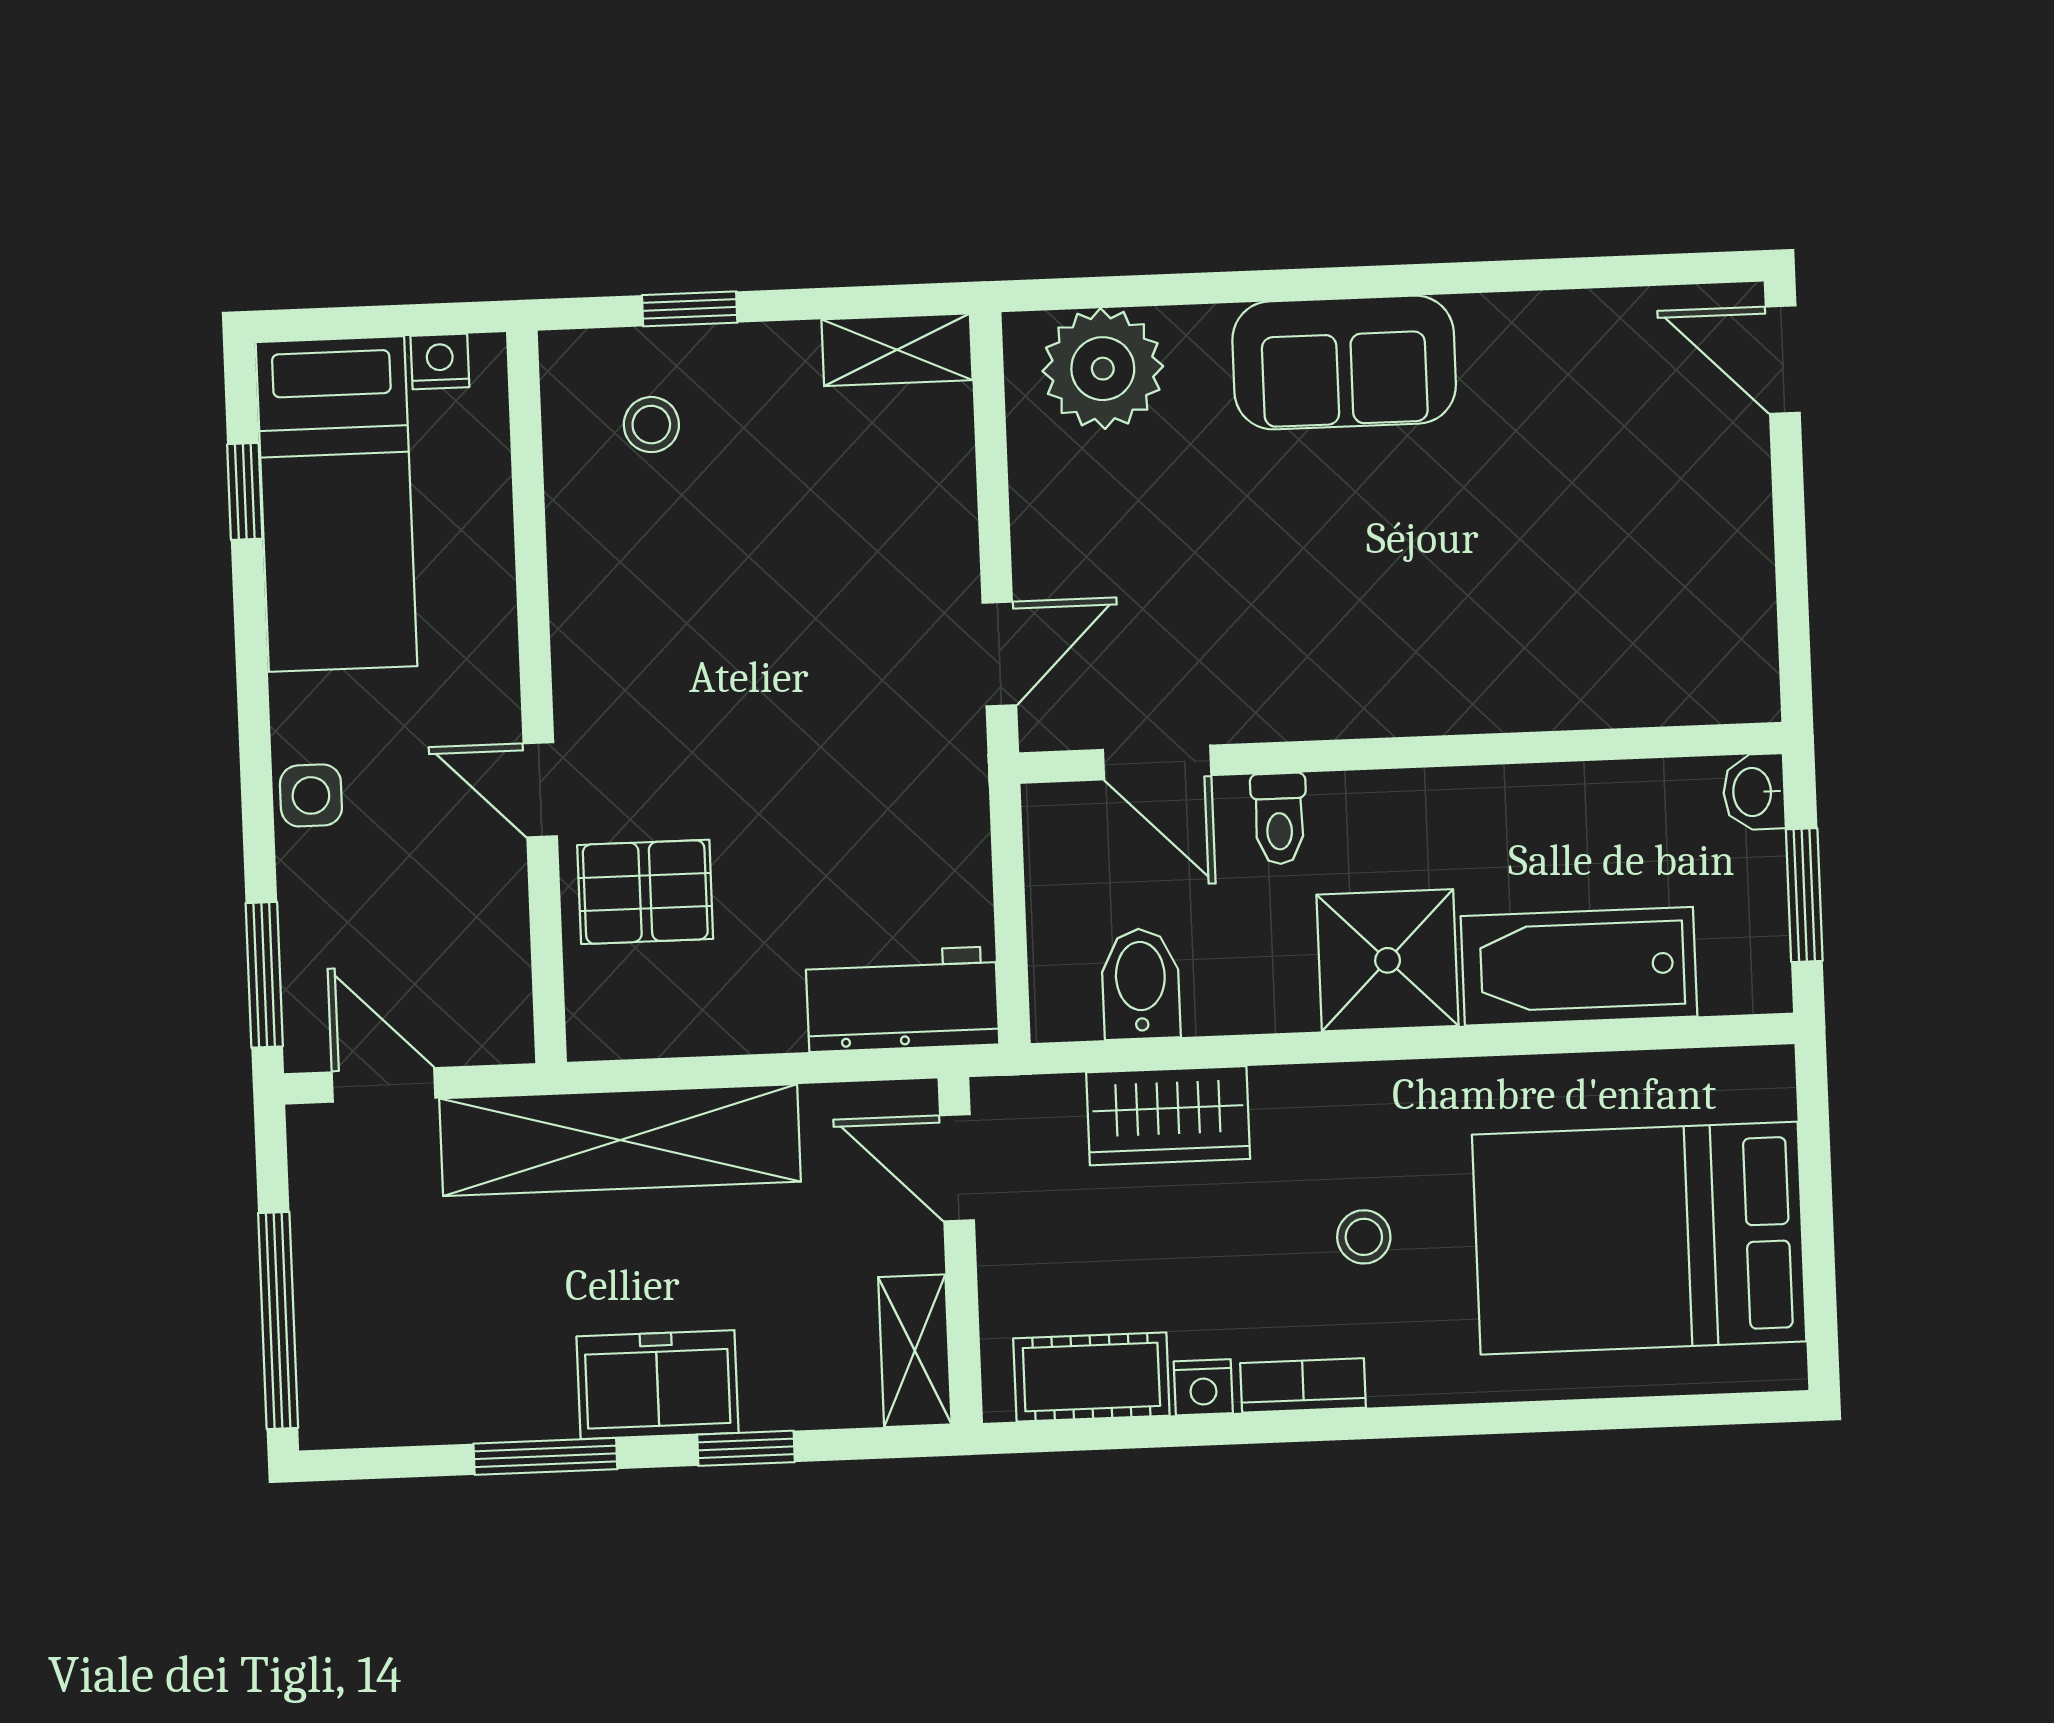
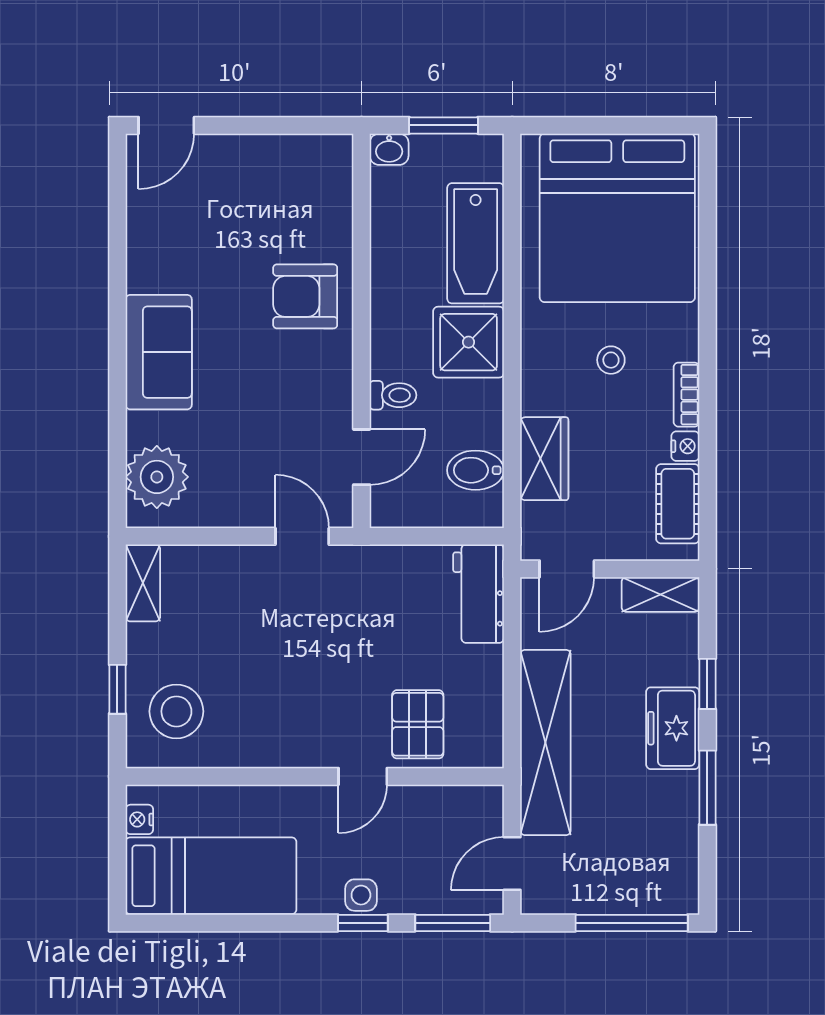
stool: (651, 425) -> (176, 711), width x1.89, depth x1.89
window: (245, 491) -> (363, 923), moved
armchair: (1463, 641) -> (305, 296), added
bed: (1639, 1238) -> (617, 218), width x1.36

